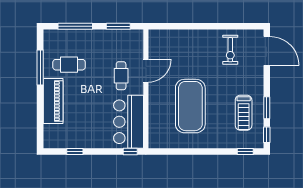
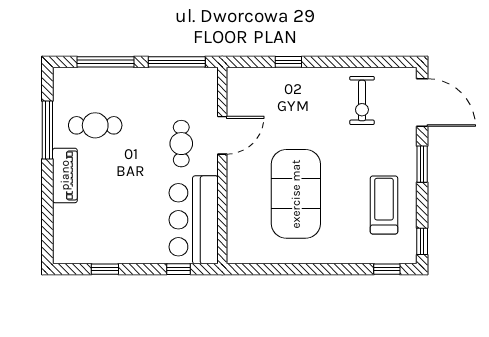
window: (118, 26) -> (177, 62), width x1.44
window: (186, 26) -> (288, 62), added
piano: (53, 101) -> (65, 175), width x0.73, depth x0.75
window: (267, 108) -> (422, 164), moved
treadmill: (244, 113) -> (384, 205), turned 180
window: (130, 152) -> (178, 269), moved

